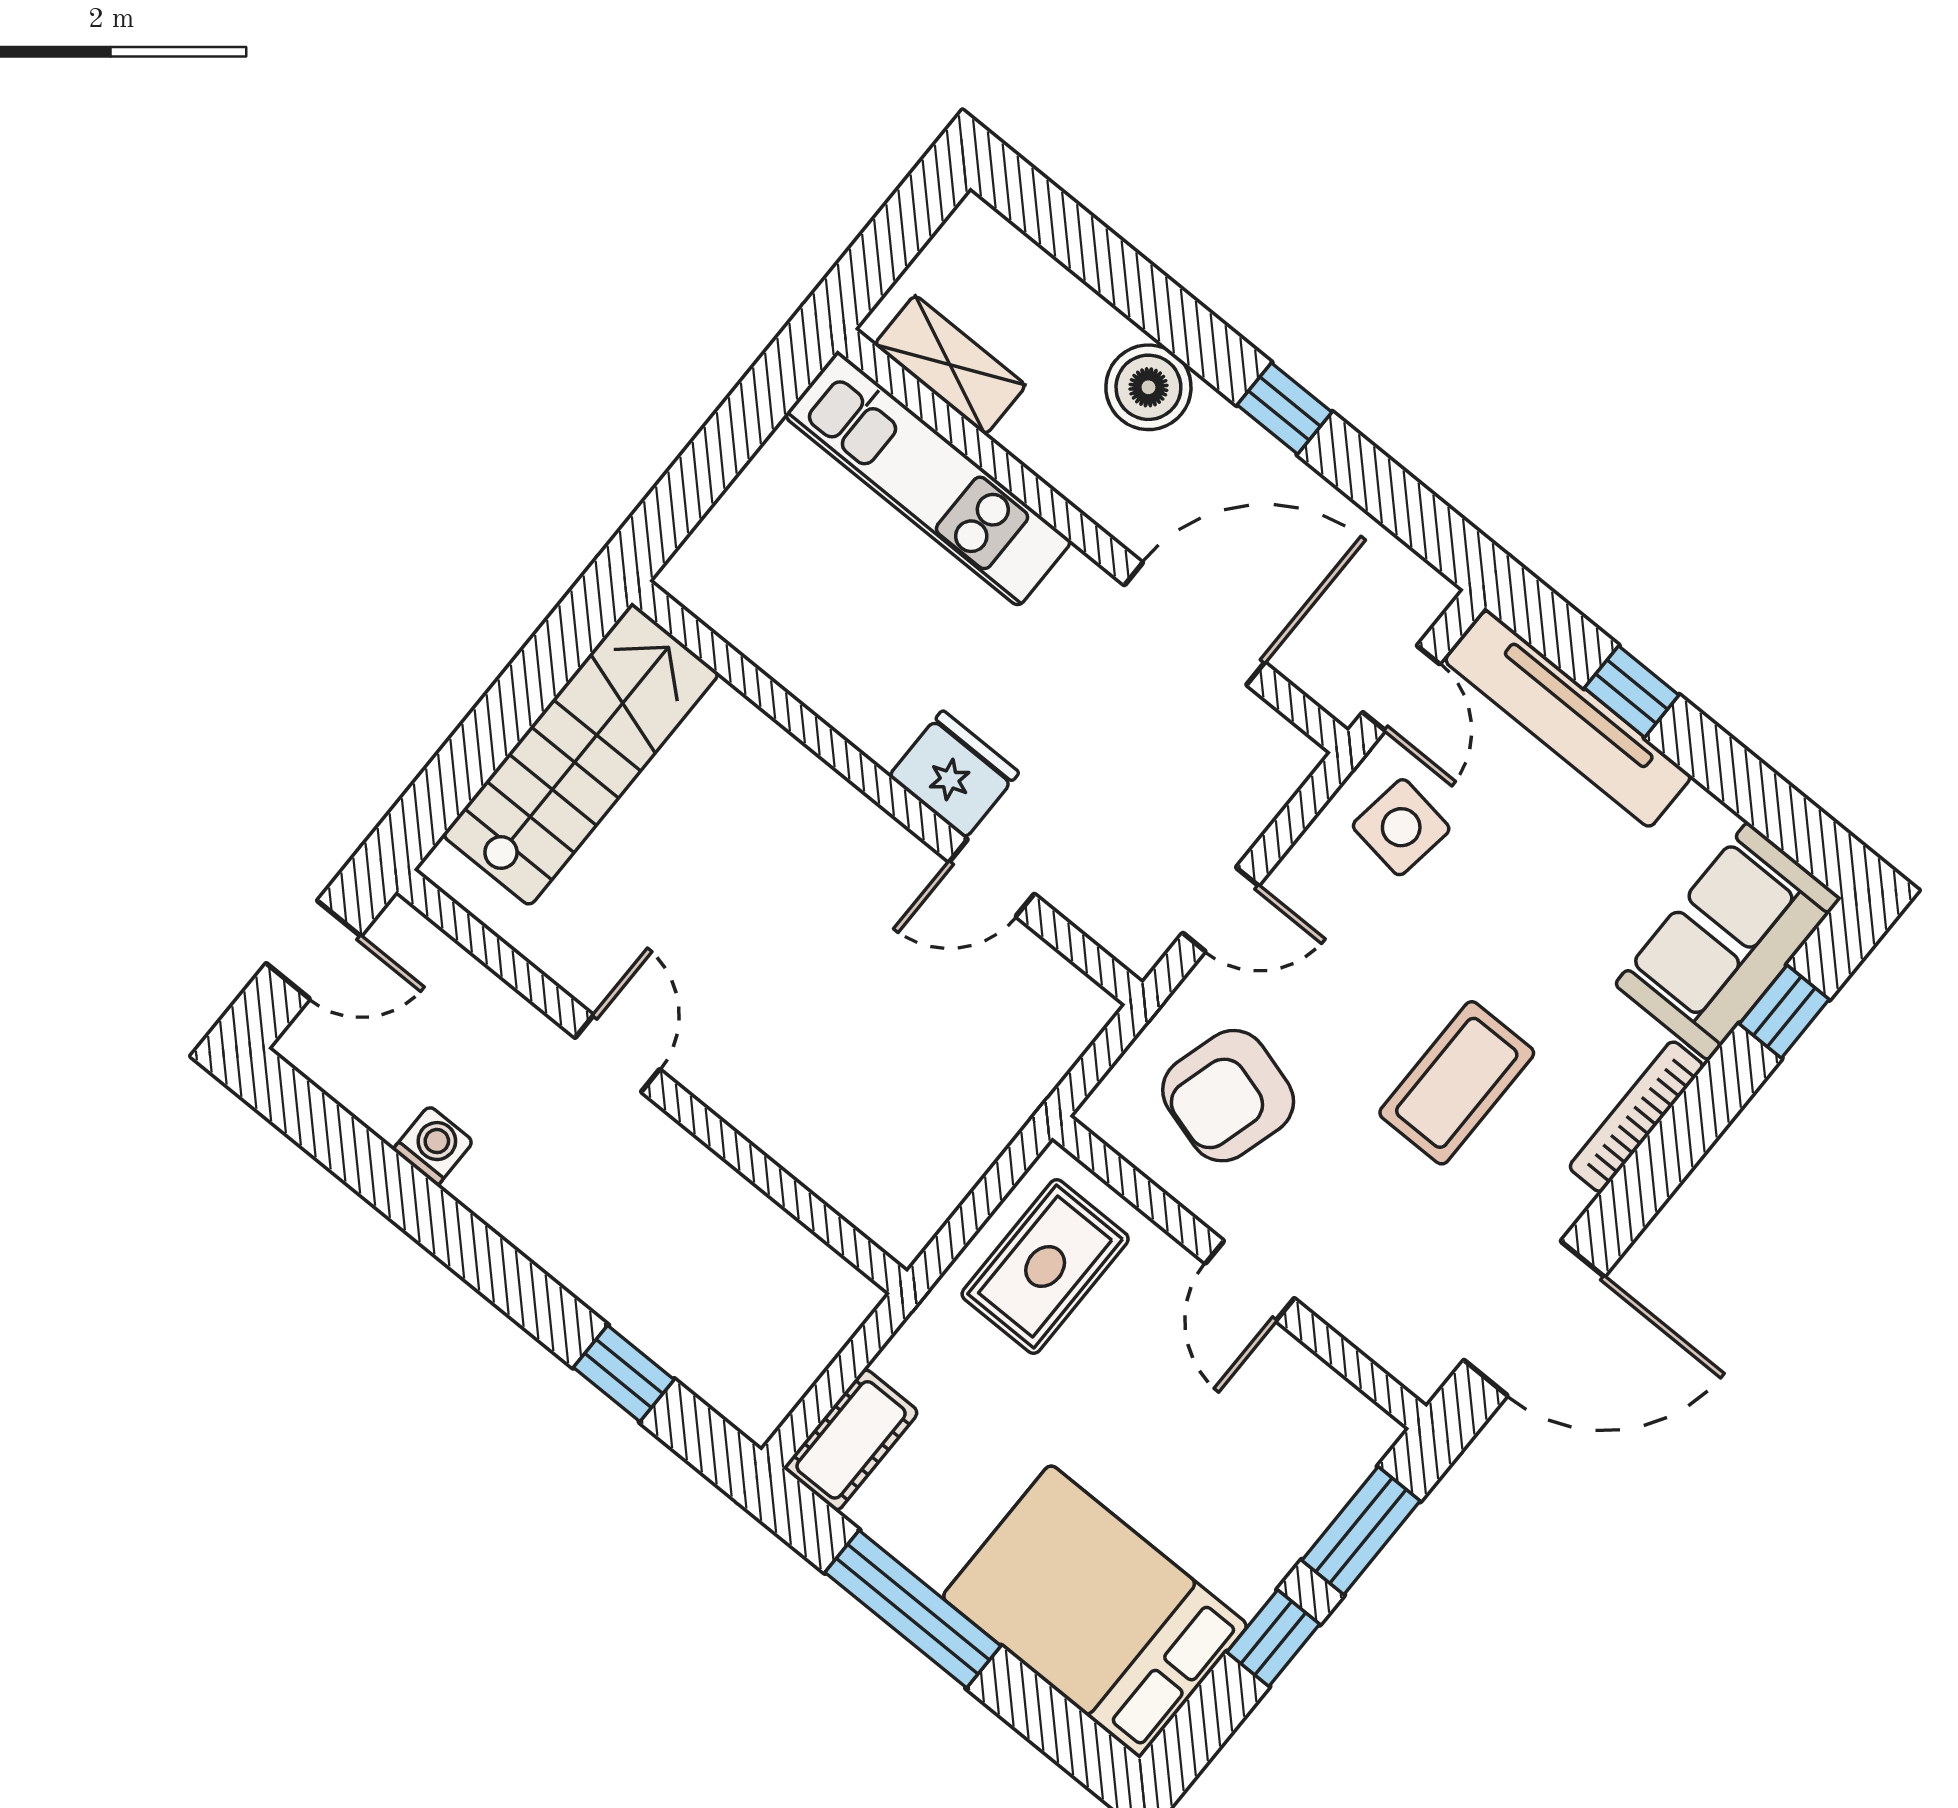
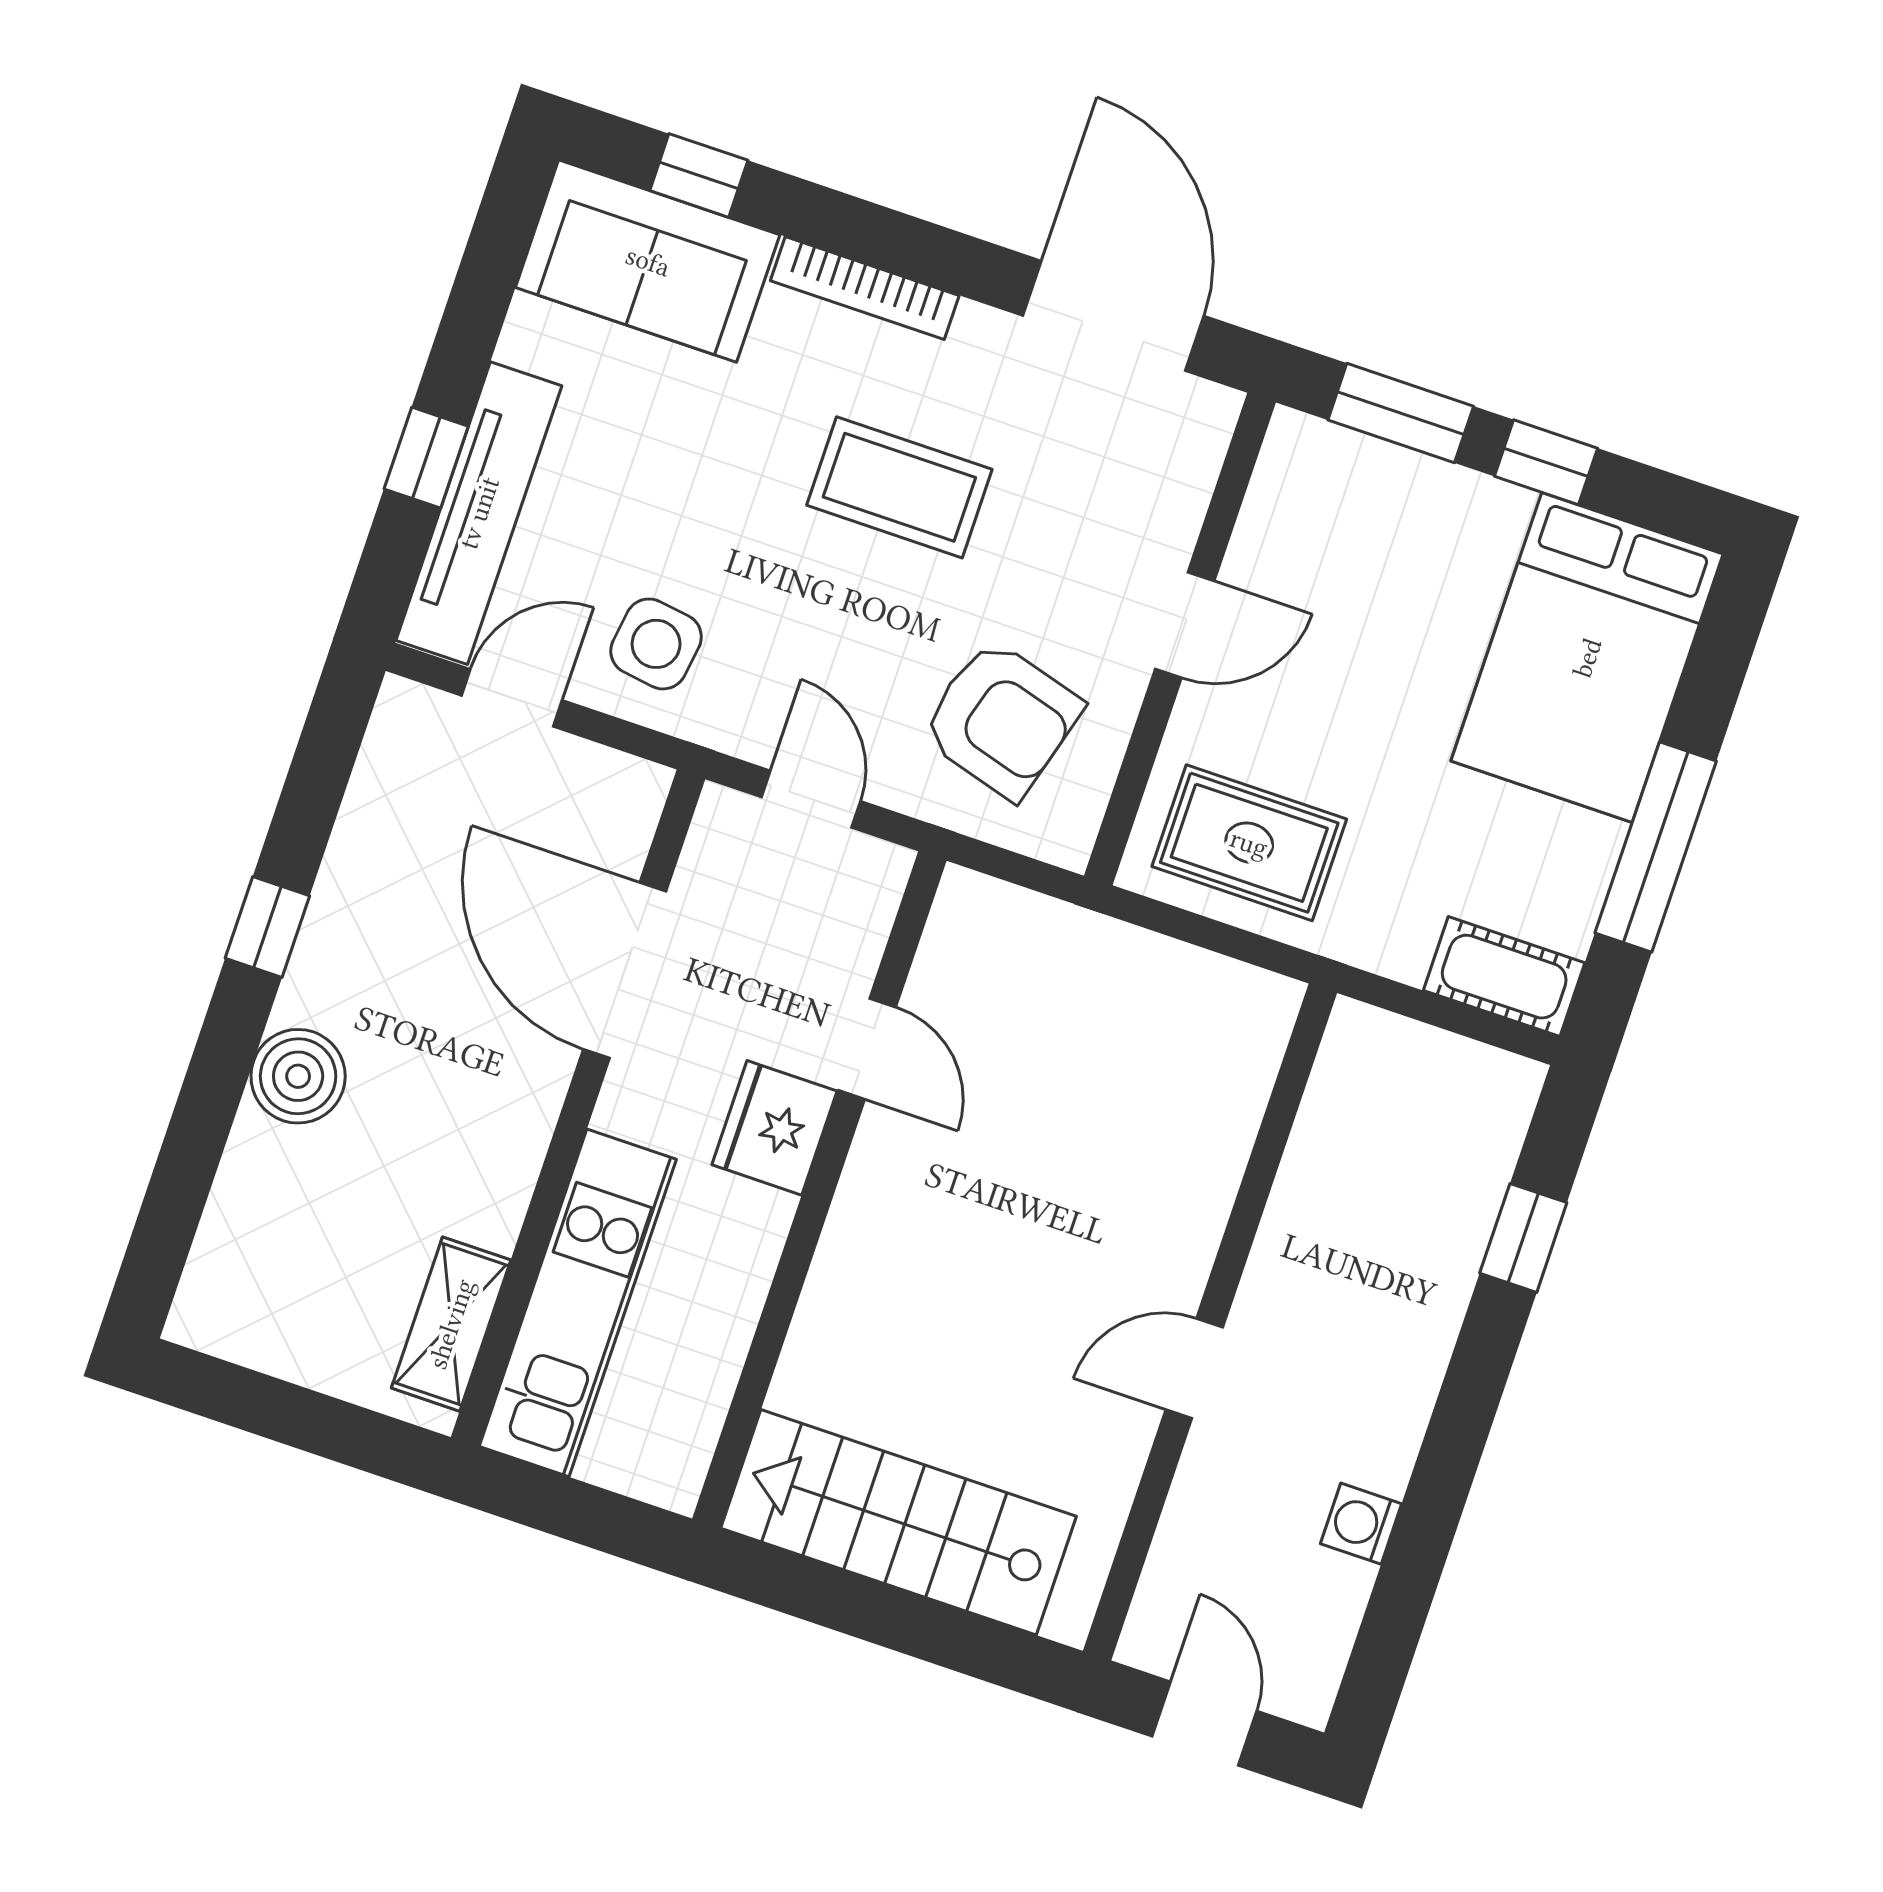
shelving: (950, 365) -> (451, 1324), moved
kitchen unit: (928, 479) -> (578, 1303), moved
wall: (1093, 541) -> (578, 1108), moved
door: (1195, 624) -> (625, 970), moved

